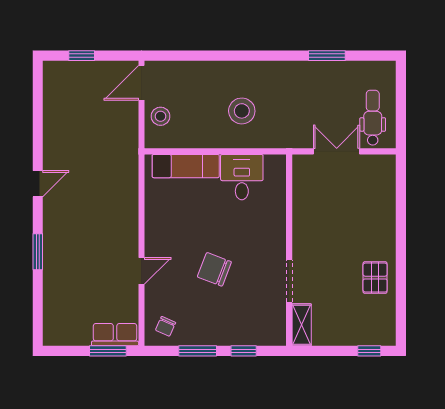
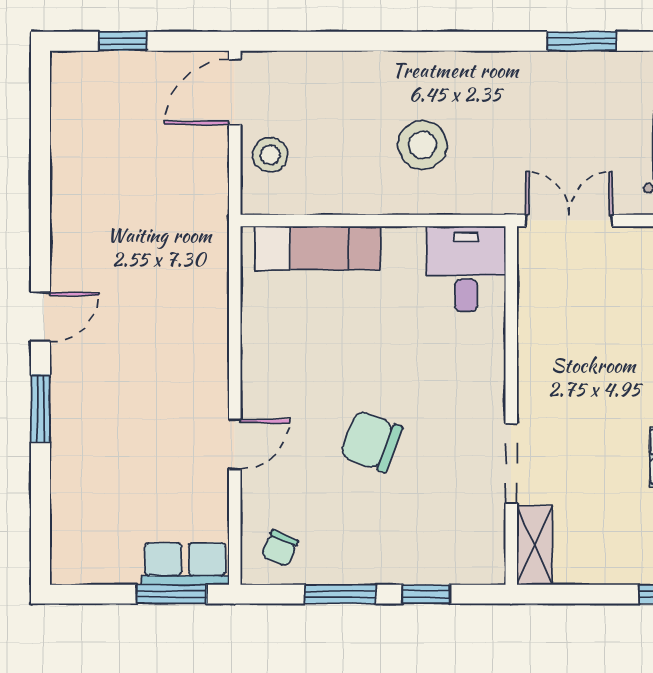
double door: (337, 151) -> (569, 221), moved
desk: (242, 177) -> (466, 269), moved
door: (38, 184) -> (40, 317), moved

